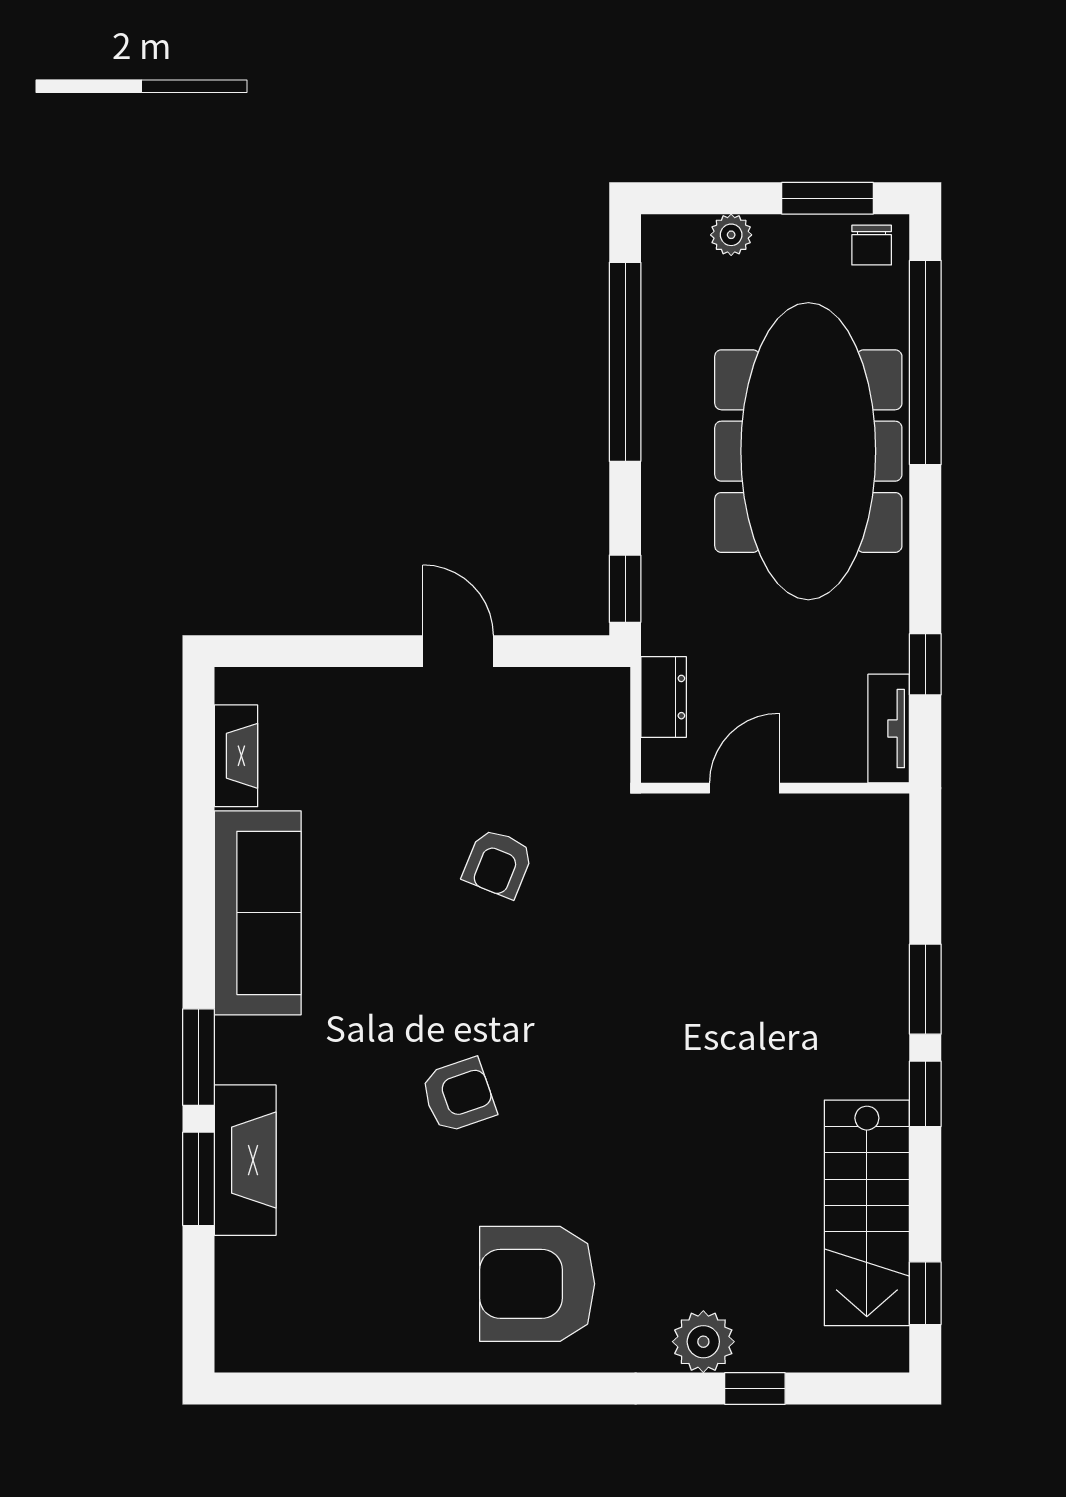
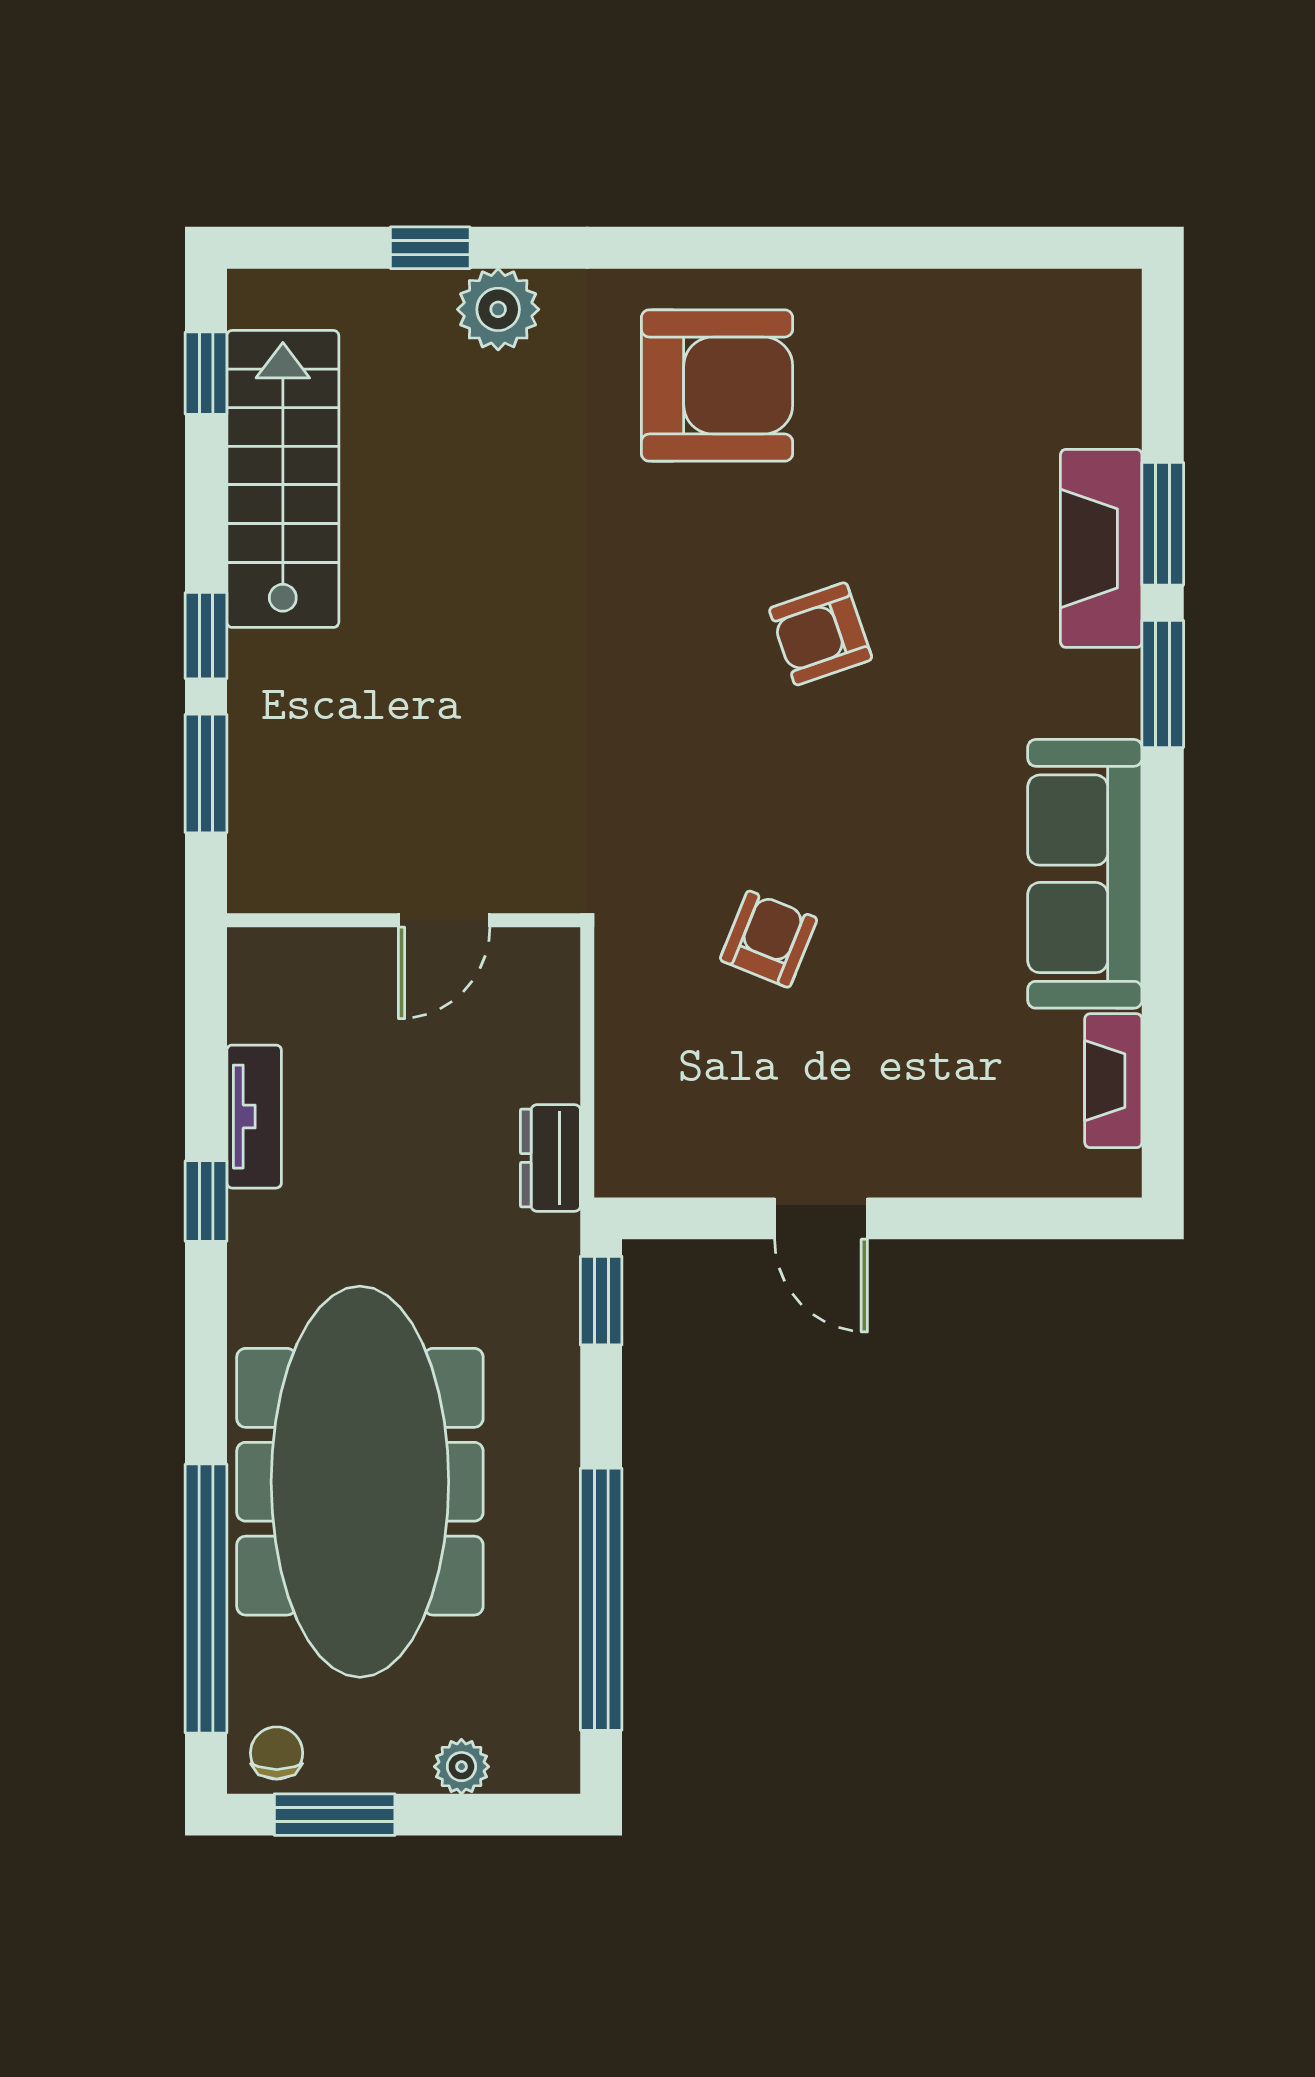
door: (744, 788) -> (444, 920), moved
wall: (775, 788) -> (404, 920), moved

